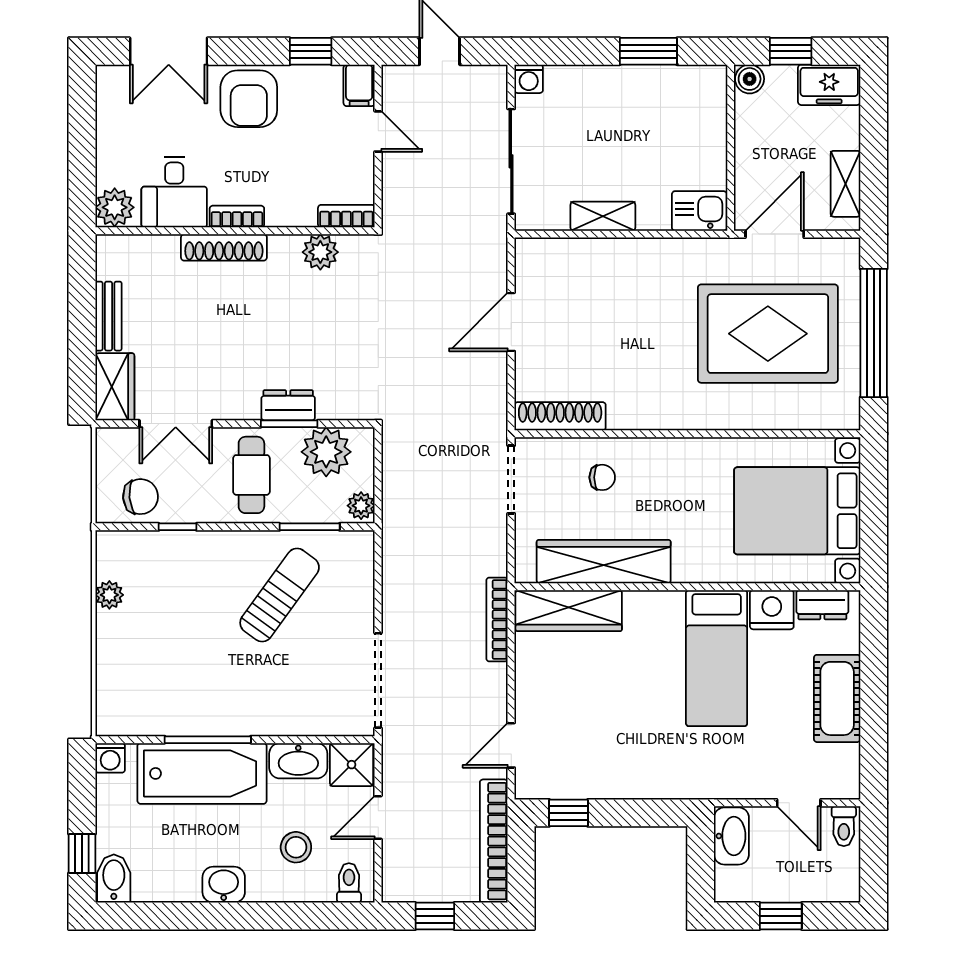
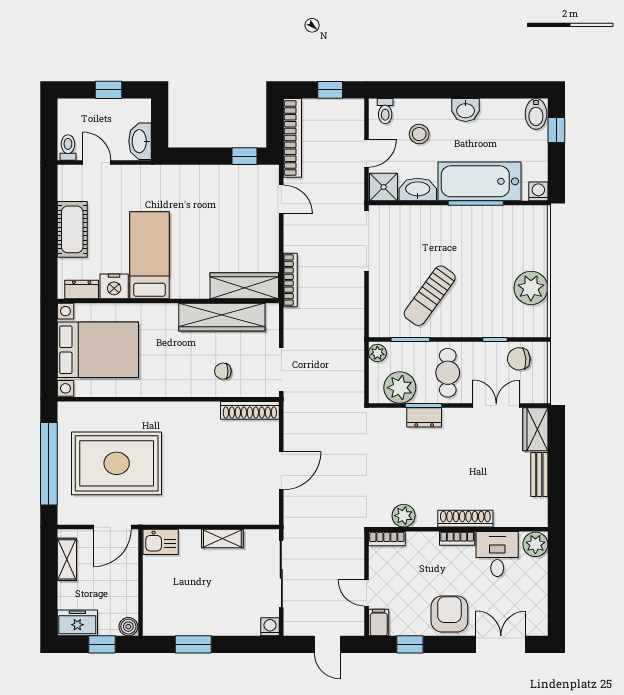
plant: (109, 595) -> (531, 288), width x1.87, depth x1.87
door: (511, 745) -> (281, 199), hinge flipped

